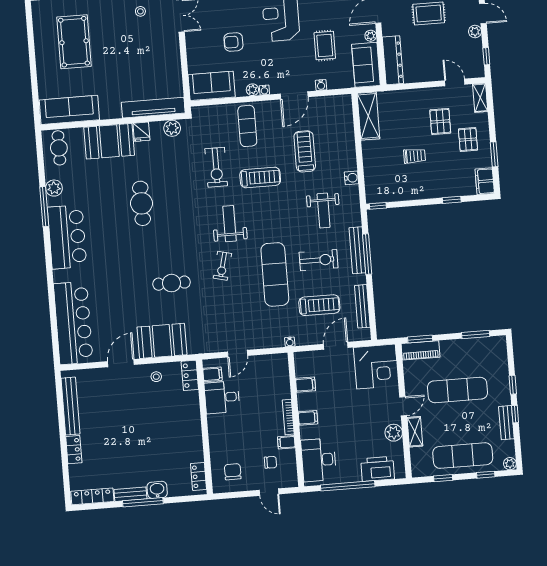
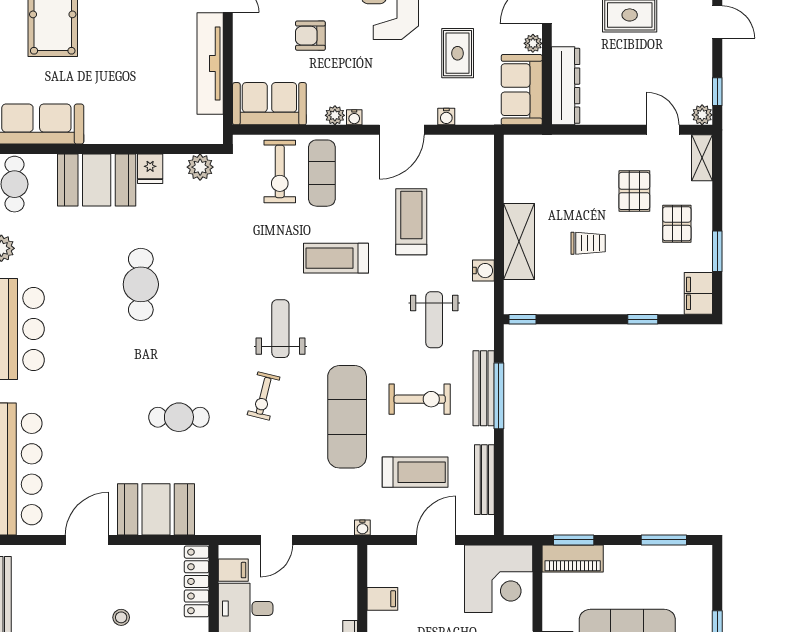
plant: (475, 32) -> (702, 115), moved
tv unit: (153, 108) -> (210, 63), moved, turned -90
shelving: (368, 116) -> (519, 242), moved
exercise bike: (216, 167) -> (280, 171), moved
treadmill: (260, 177) -> (336, 258), turned 180
locker: (190, 375) -> (197, 581), width x1.53
stool: (156, 377) -> (121, 617), moved

